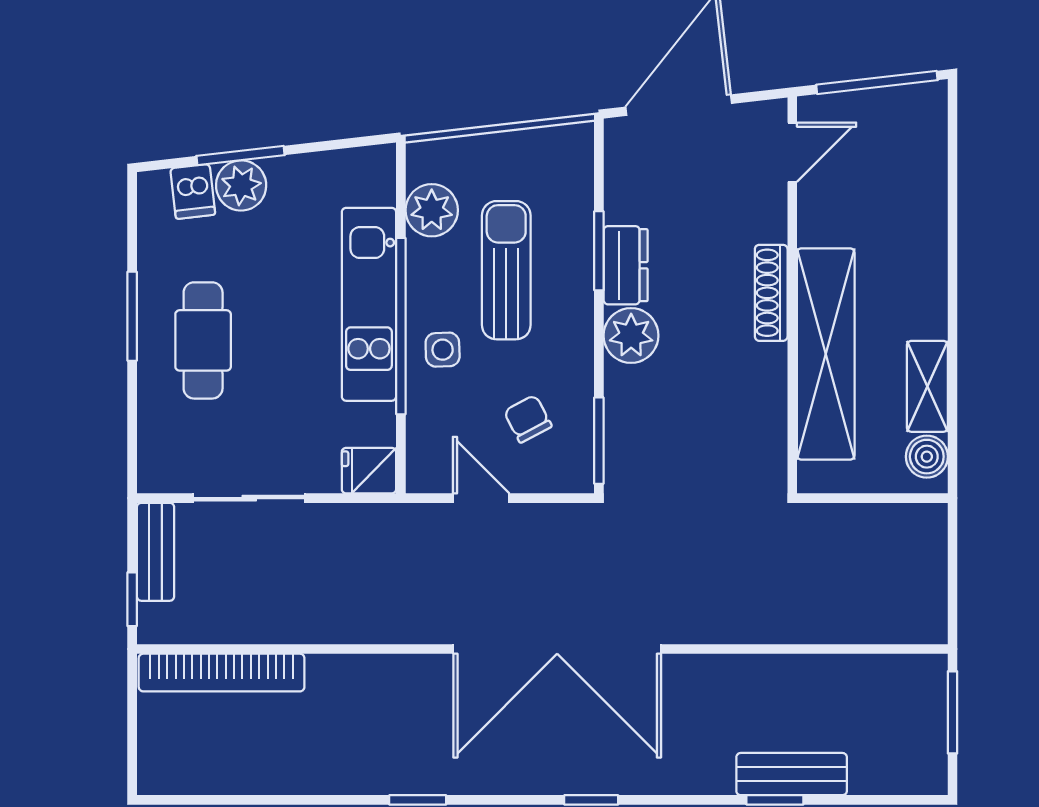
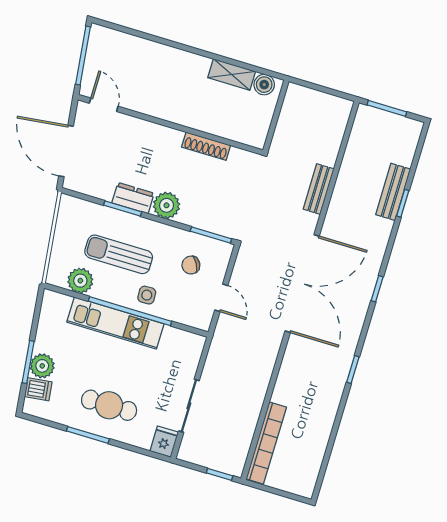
shoe rack: (771, 293) -> (206, 146), moved
shelving: (826, 354) -> (202, 117), removed
fridge: (369, 471) -> (164, 442), moved, turned 180
door: (481, 498) -> (221, 298), swing flipped
bench: (156, 552) -> (319, 189), moved, turned 90

